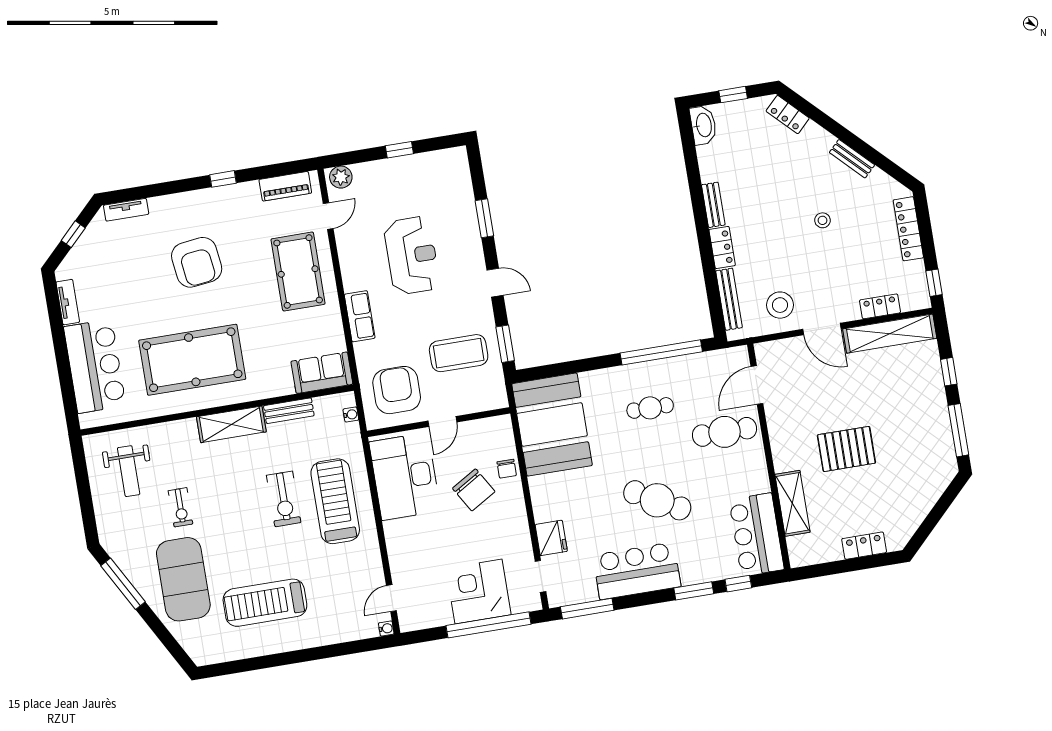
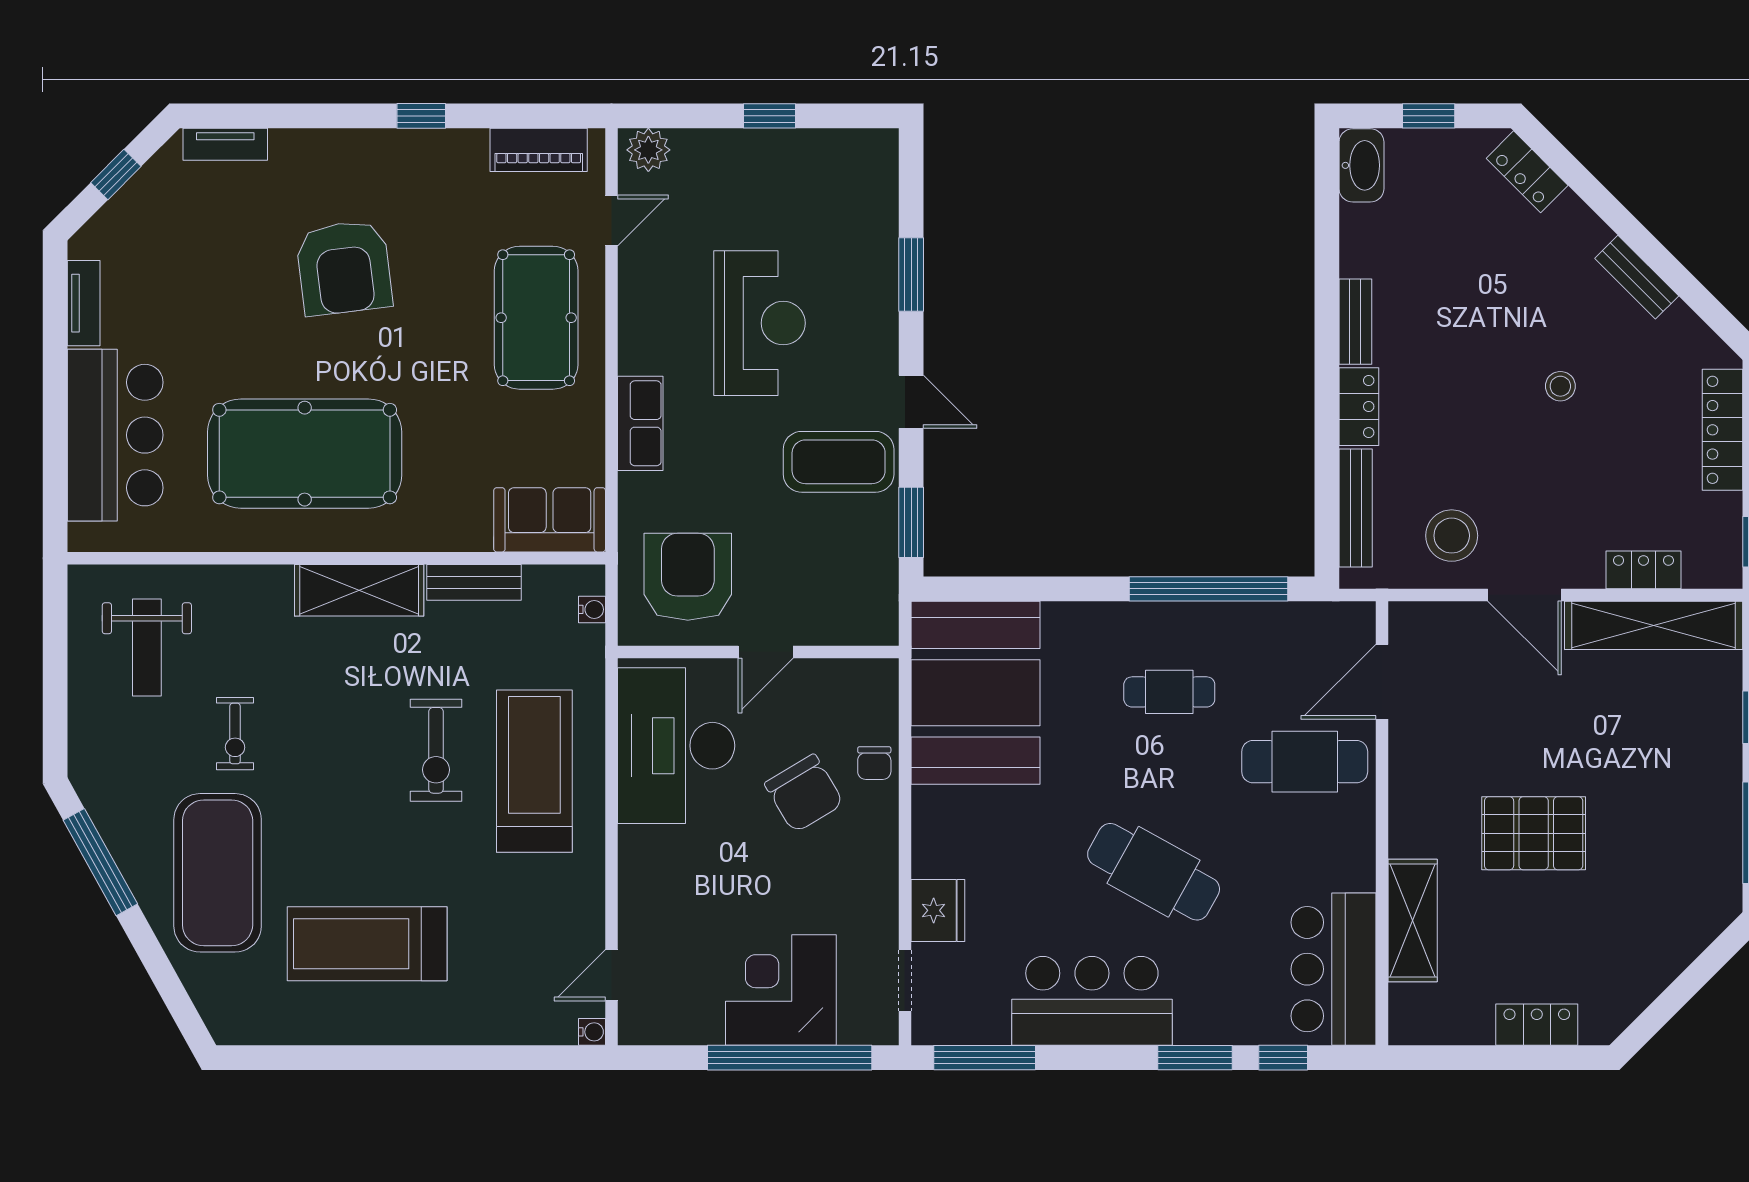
coffee table: (459, 353) -> (839, 462), moved

